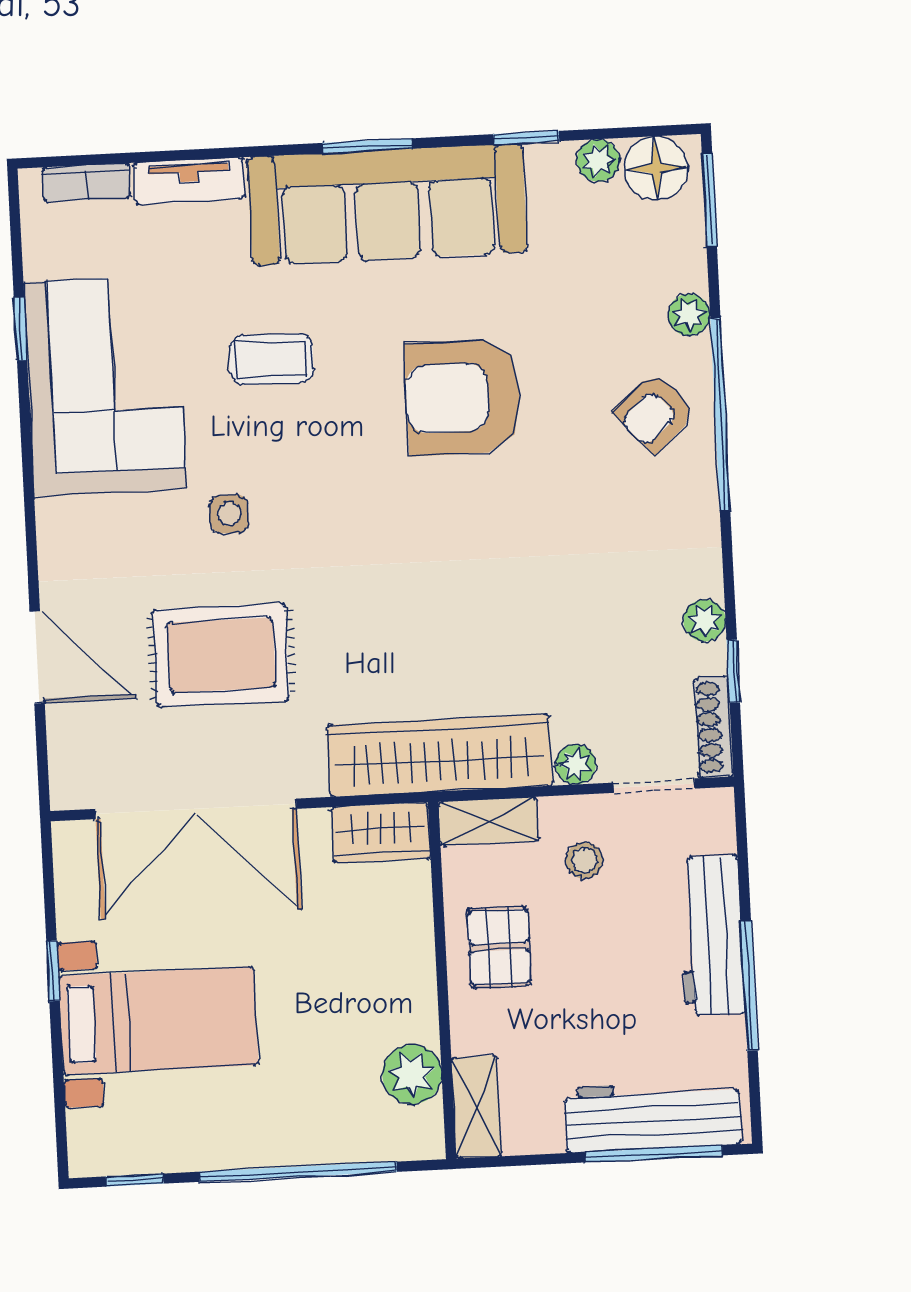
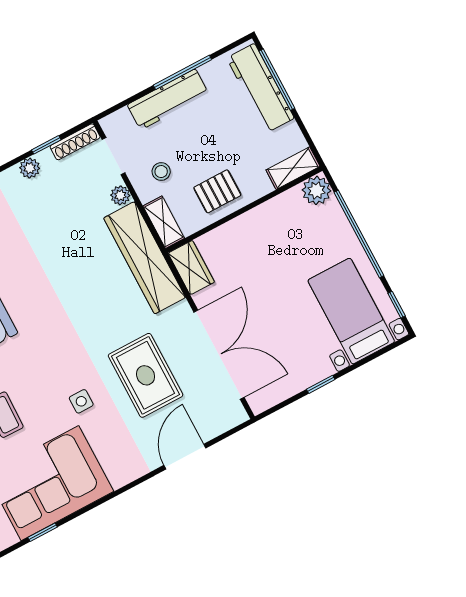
bed with nightstands: (159, 1020) -> (351, 311), moved
plant: (412, 1074) -> (317, 190), moved

